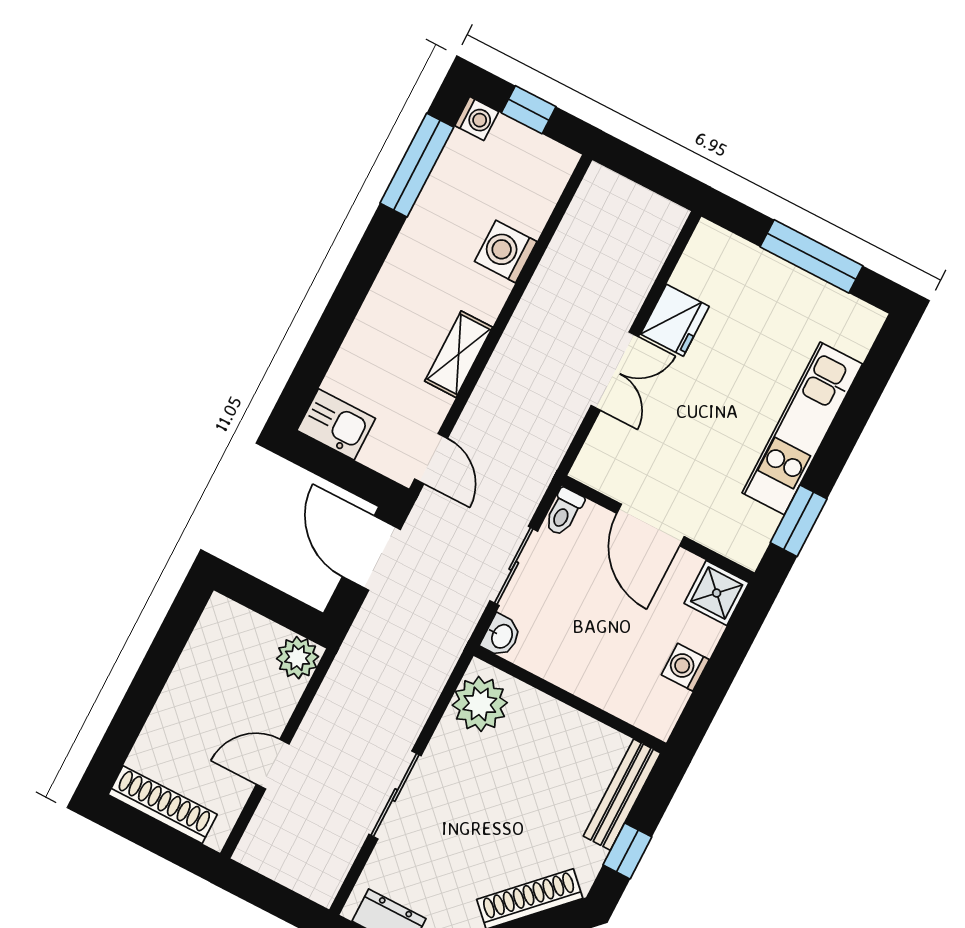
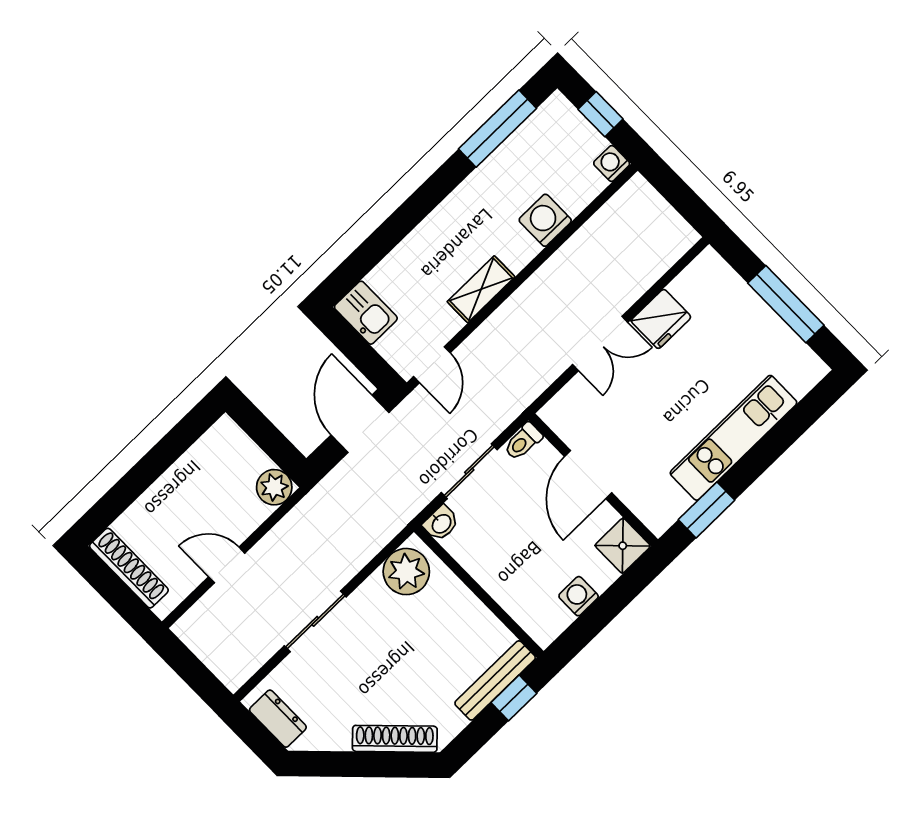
washing machine: (477, 119) -> (612, 163), moved, turned 180
window: (627, 851) -> (514, 698), moved

